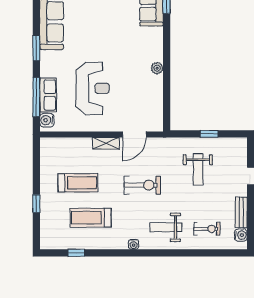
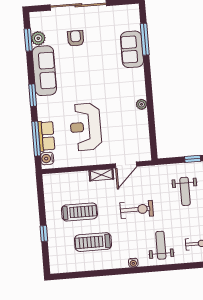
reception desk: (93, 88) -> (86, 127), turned 180
weight bench: (166, 227) -> (161, 245), turned 90
window: (76, 253) -> (83, 274), removed

